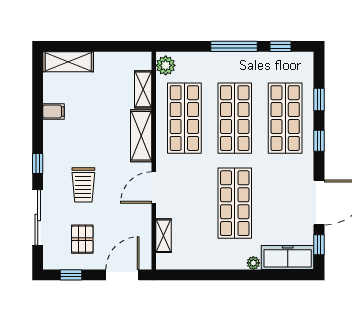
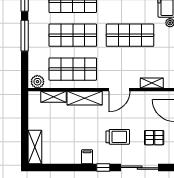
filing cabinet: (54, 112) -> (87, 157), moved
door: (154, 187) -> (119, 90), hinge flipped

